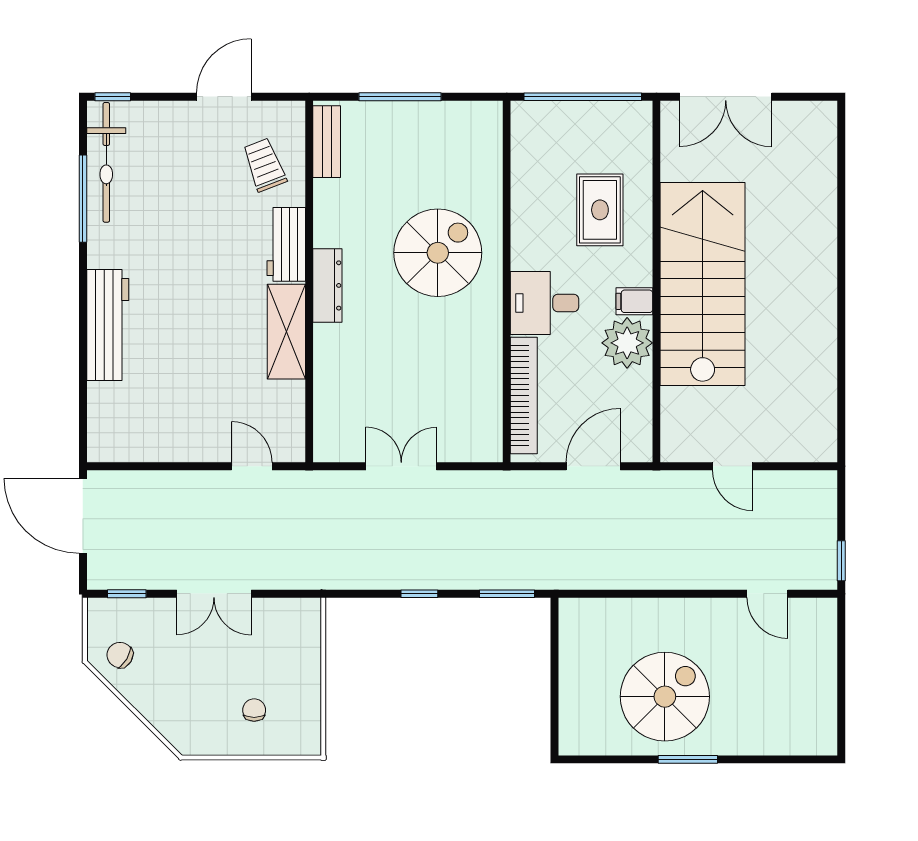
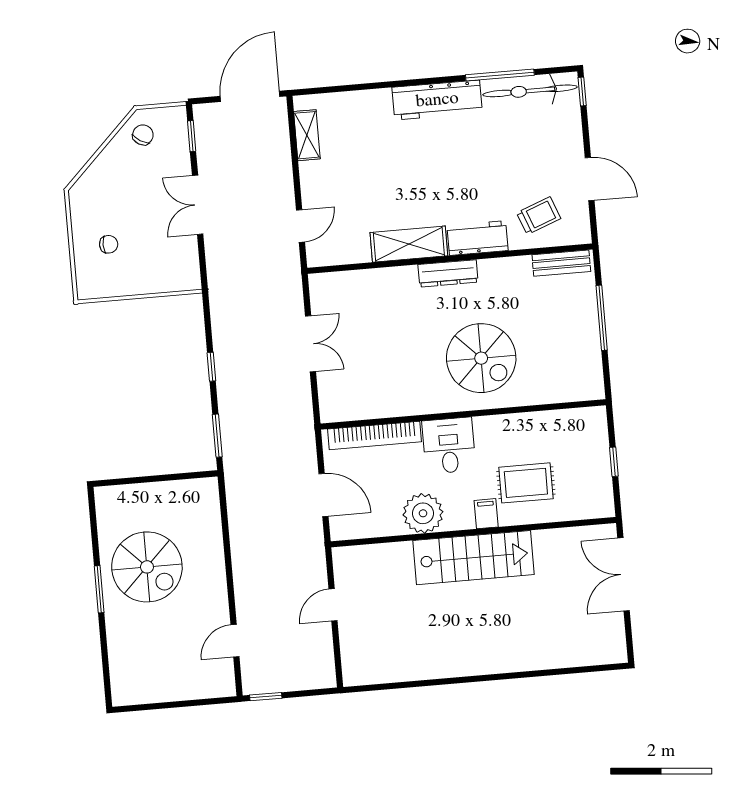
window: (583, 97) -> (614, 462), width x0.32
stairs: (703, 284) -> (473, 558), width x0.73, depth x0.66
filing cabinet: (634, 301) -> (486, 514), moved
workbench: (108, 325) -> (437, 100), moved
shelving: (138, 448) -> (307, 135), added

